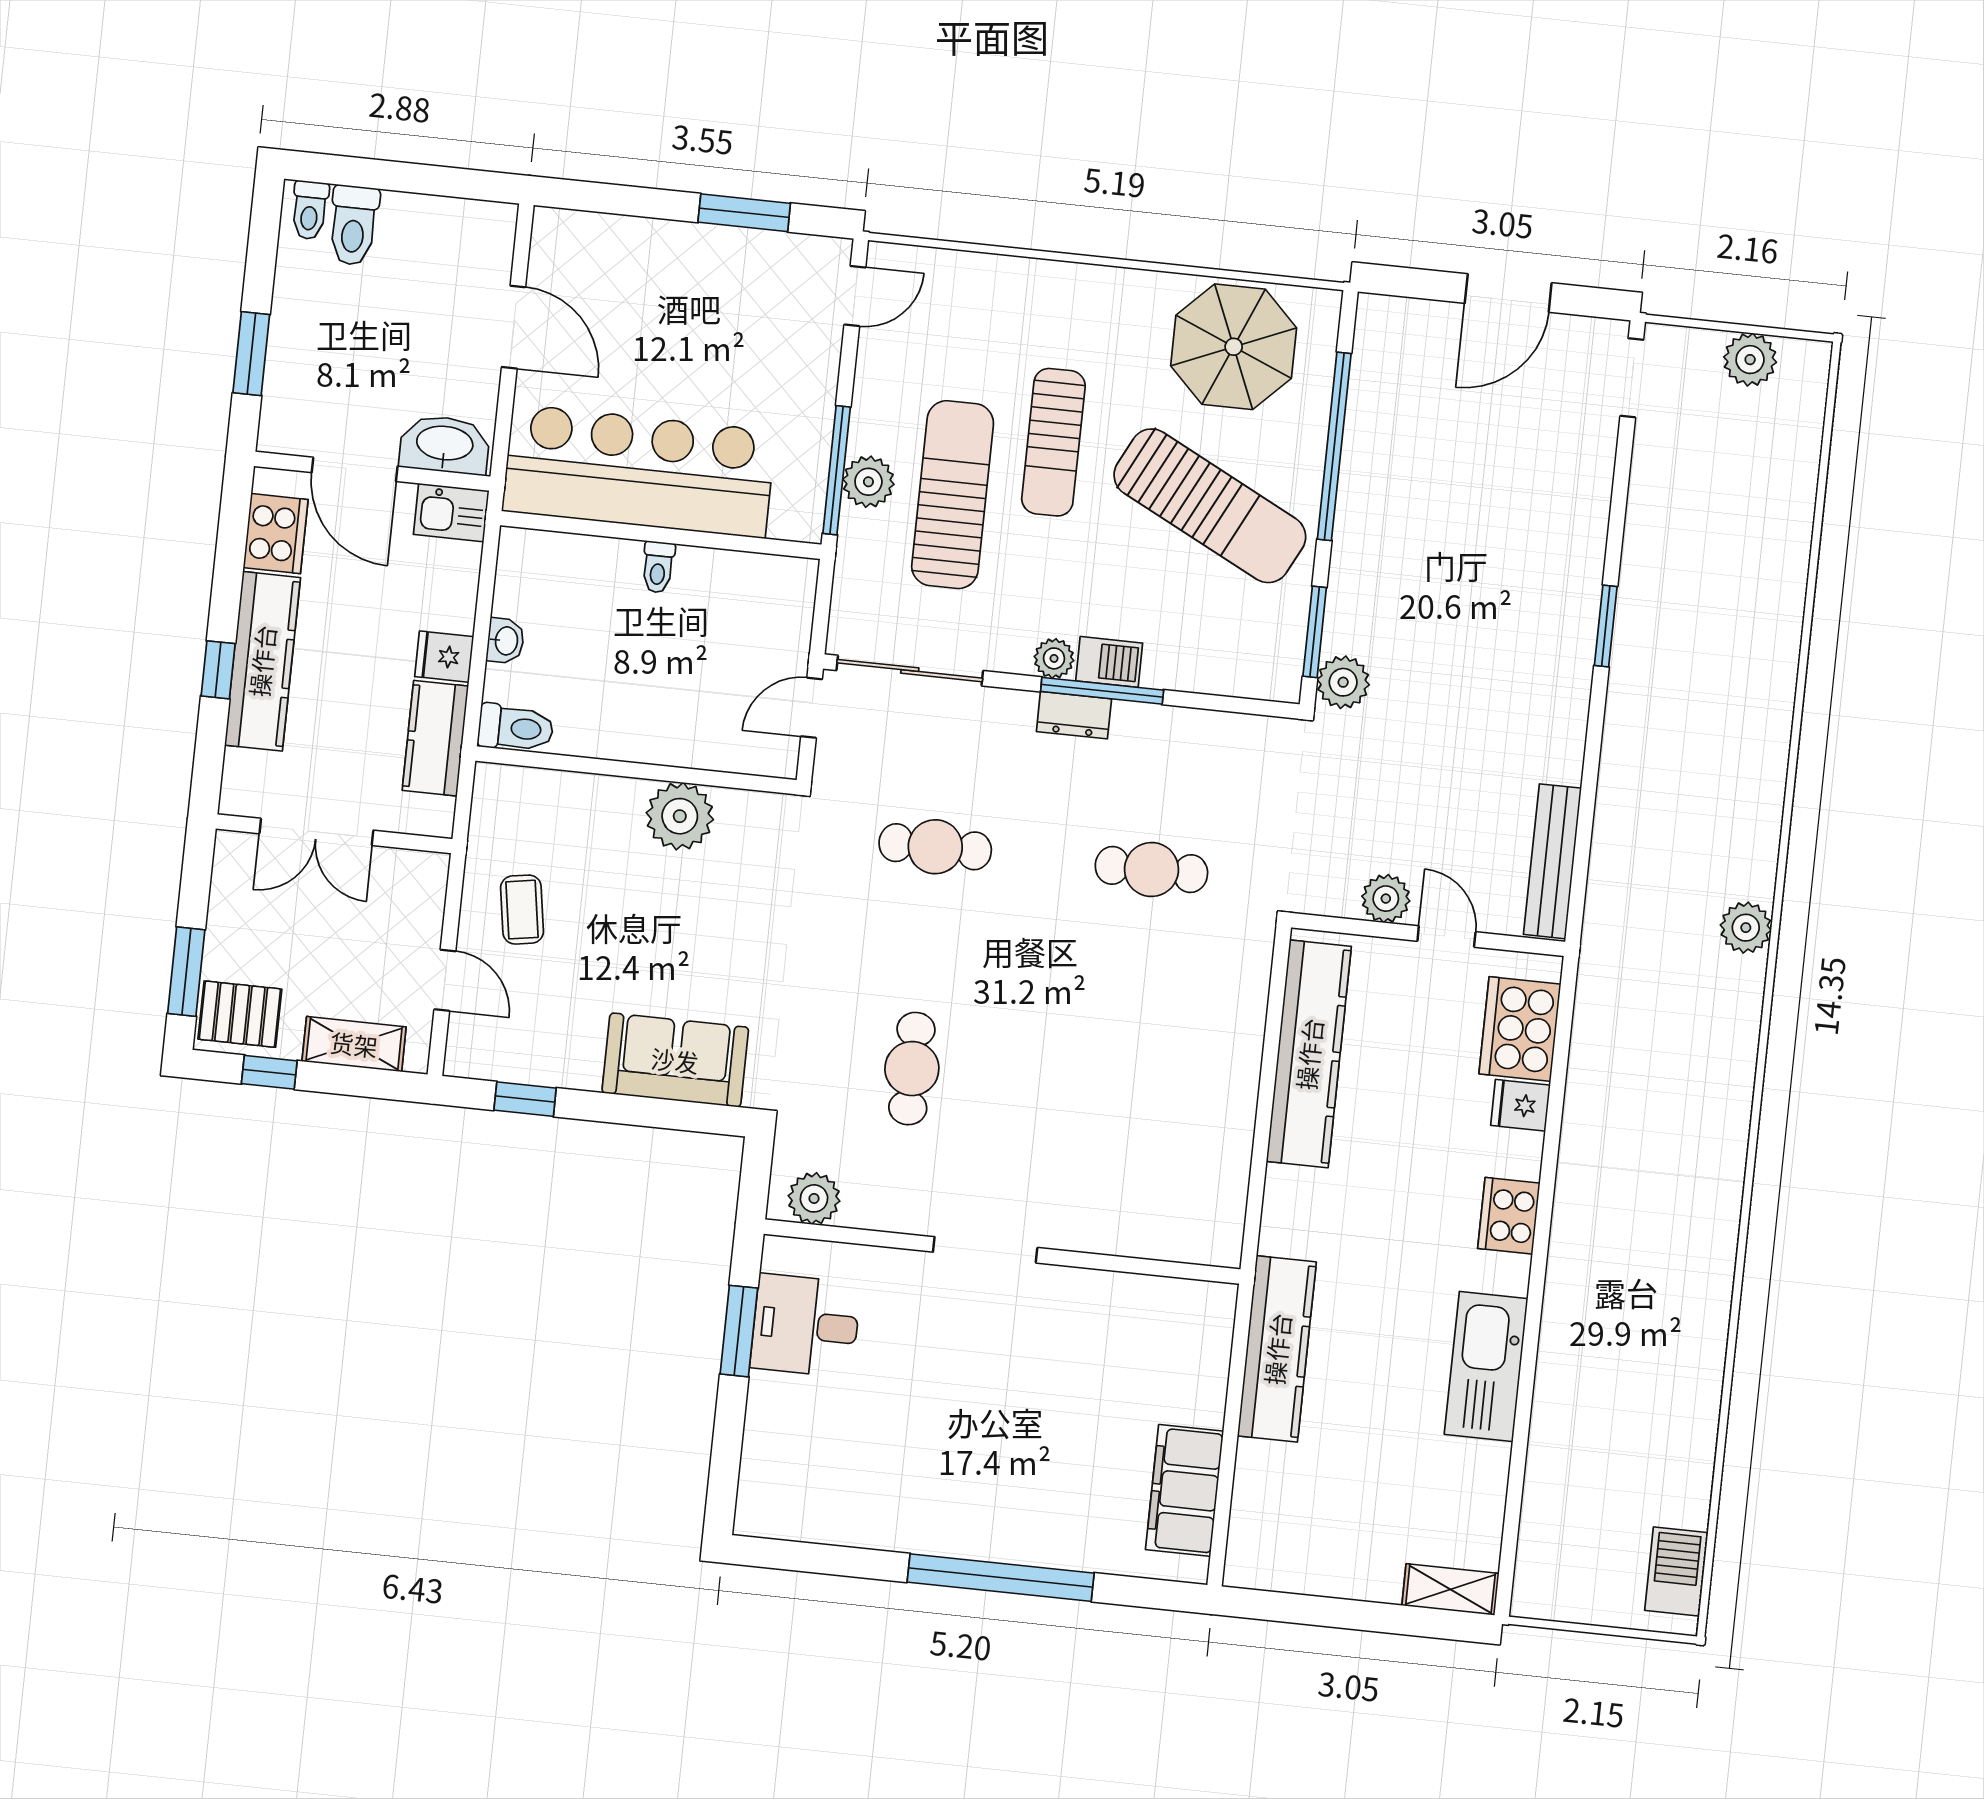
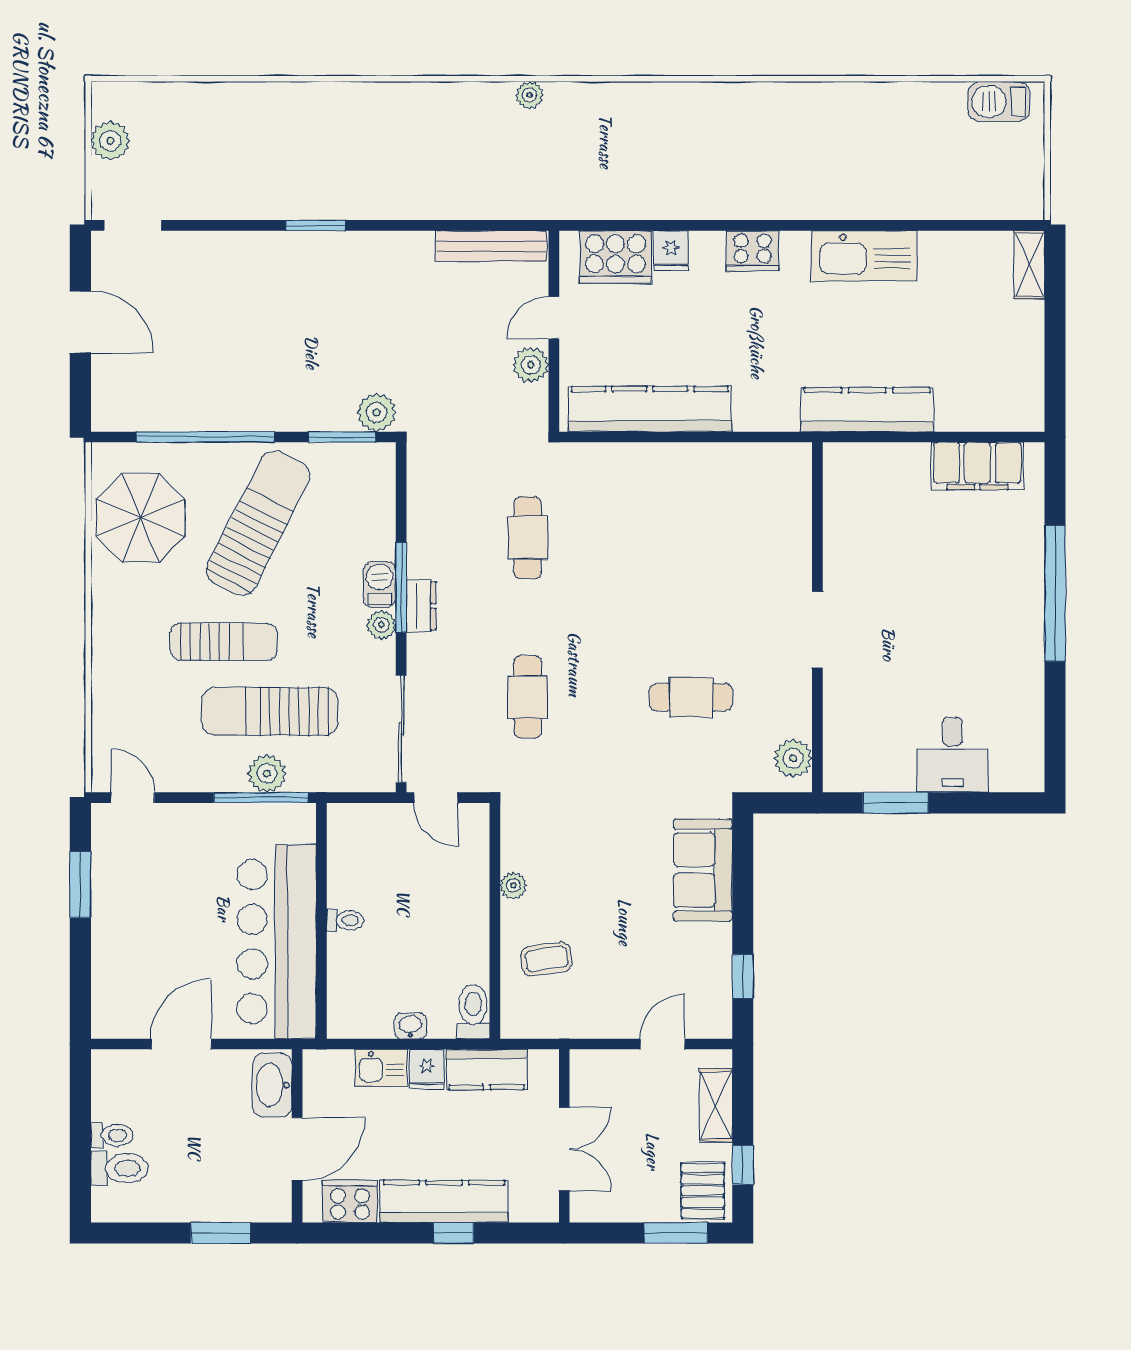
toilet: (310, 210) -> (112, 1135), moved
kitchen sink: (451, 513) -> (381, 1068), moved, turned 90
plant: (680, 816) -> (513, 885), width x0.53, depth x0.53
coffee table: (522, 910) -> (546, 959), moved
plant: (1746, 928) -> (530, 95), width x0.73, depth x0.73
desk: (806, 1325) -> (952, 755), moved

